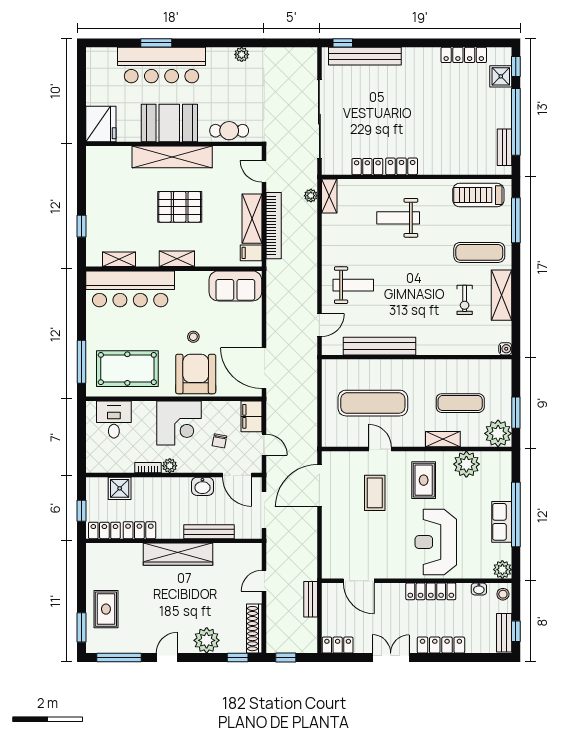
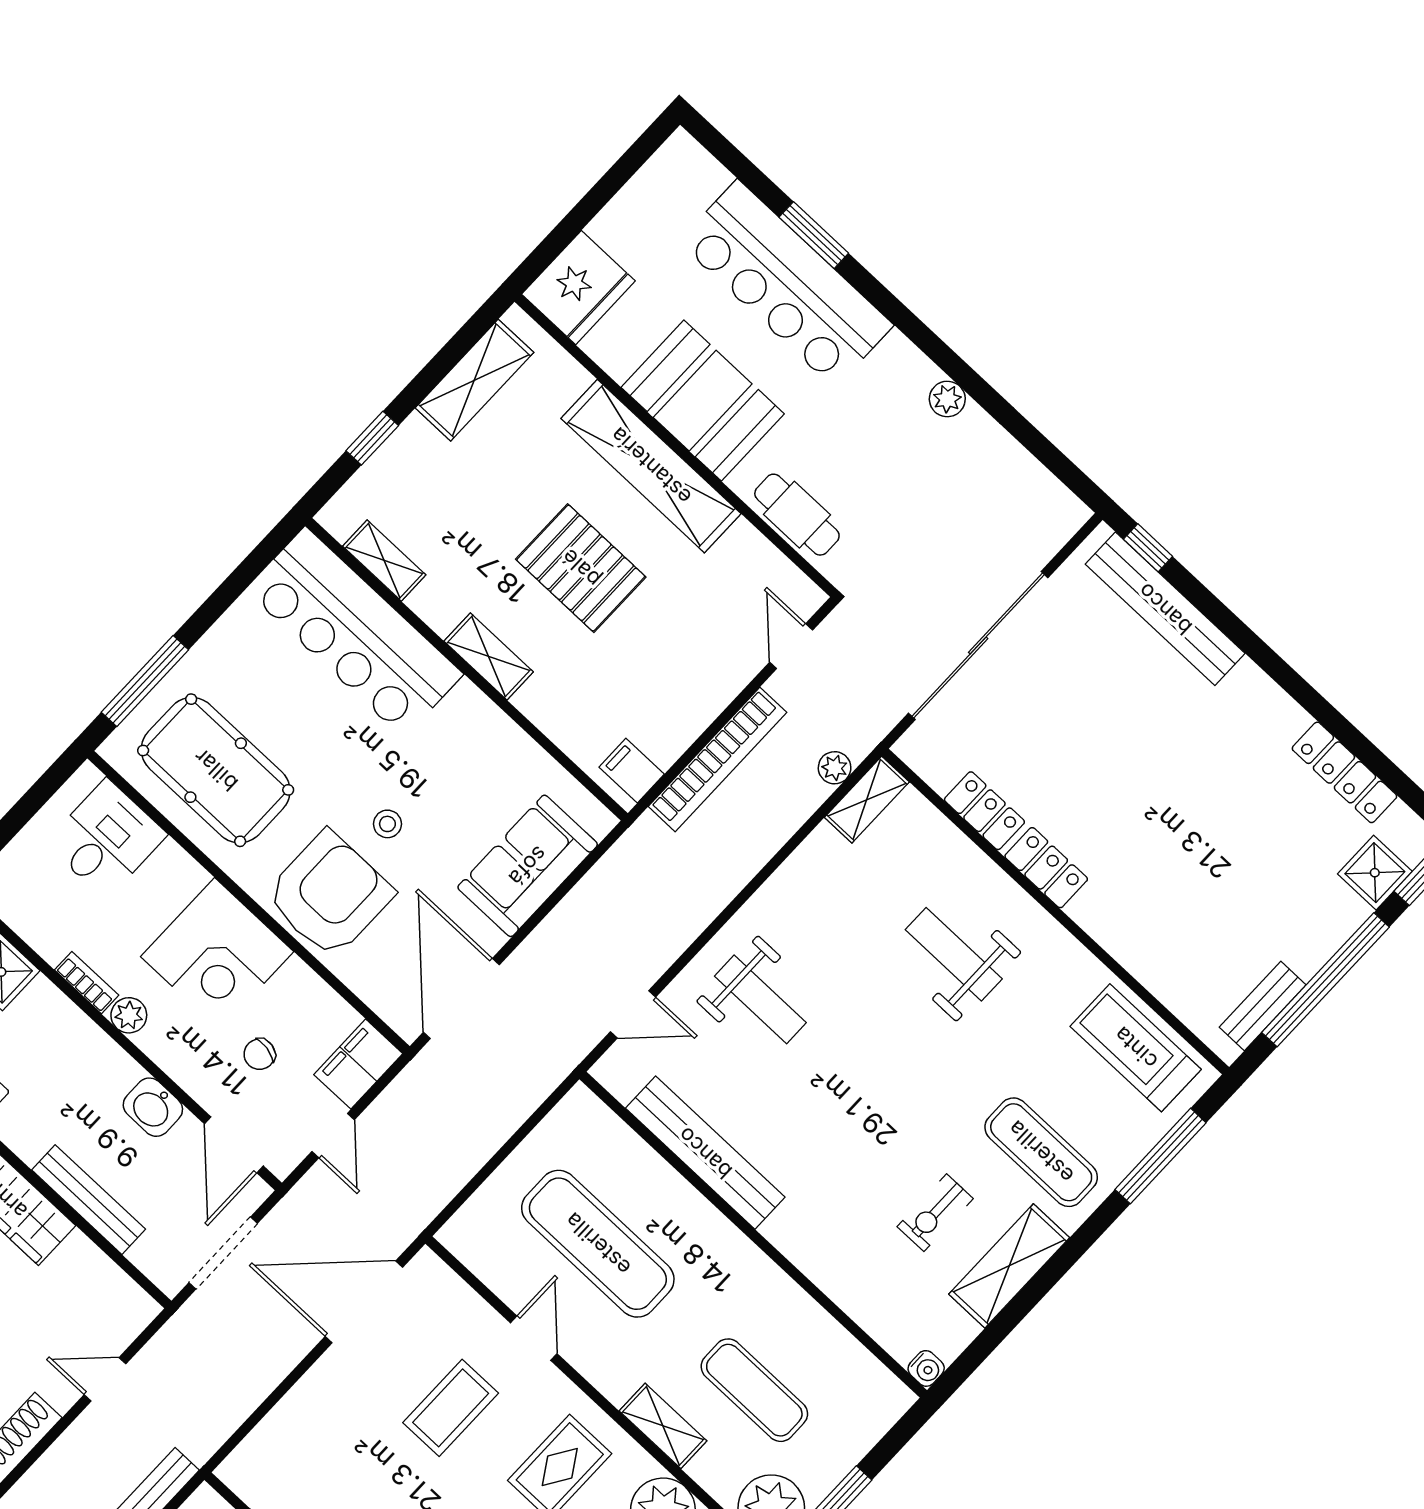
shelving: (252, 219) -> (474, 380), moved
sofa: (235, 286) -> (528, 866), moved, turned 90

